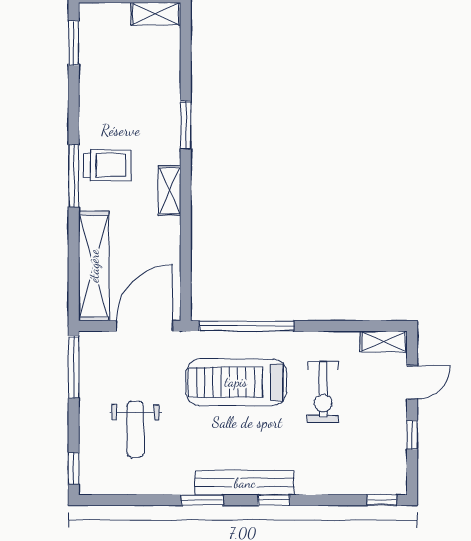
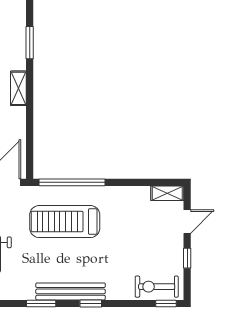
exercise bike: (323, 392) -> (157, 287), moved, turned 90

